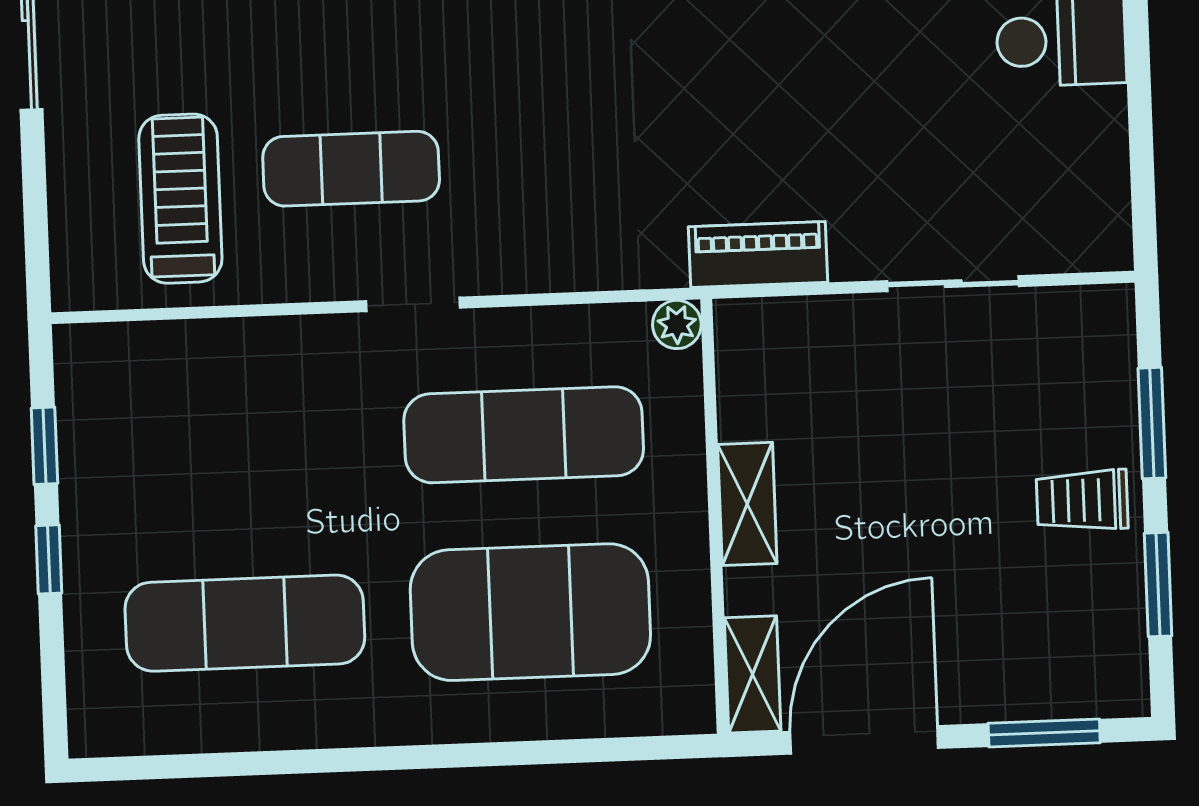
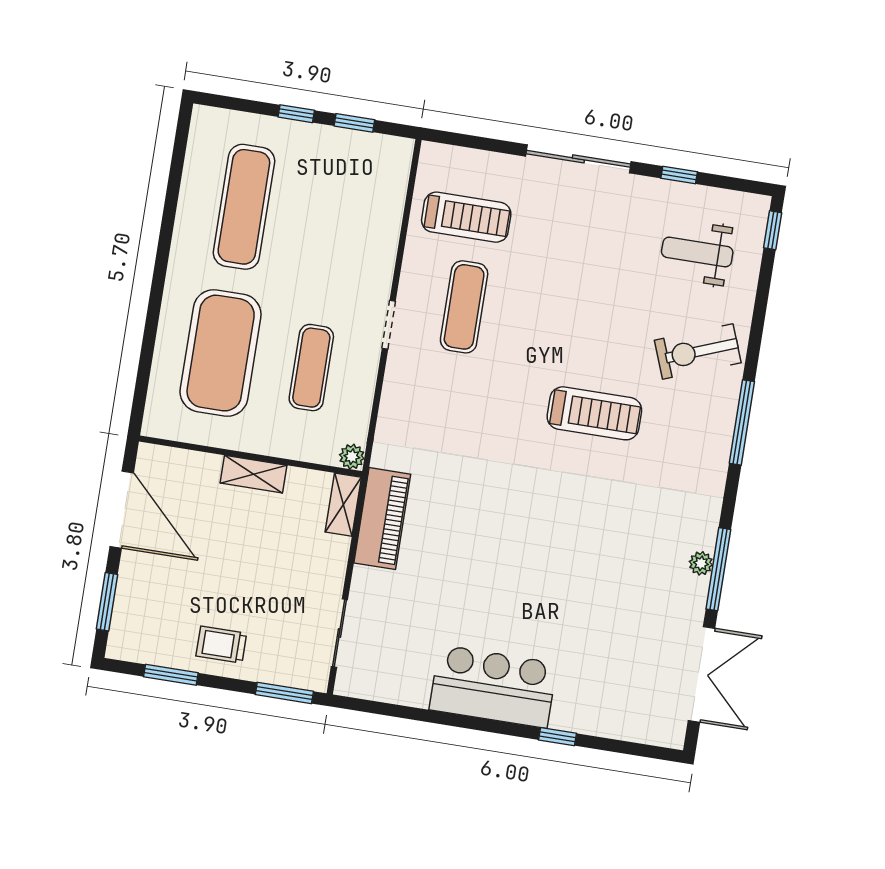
piano: (758, 255) -> (382, 519), width x1.37, depth x1.33
sliding door: (953, 284) -> (339, 633), moved
window: (1152, 423) -> (284, 693), moved
exercise mat: (524, 435) -> (311, 368), width x0.73, depth x0.69
trolley: (1082, 500) -> (221, 645), turned -90
shelving: (753, 674) -> (343, 505), moved, turned 90

